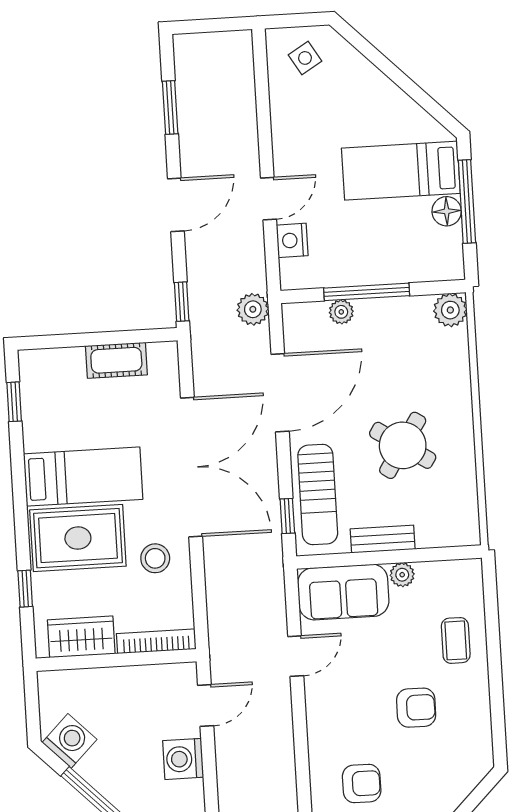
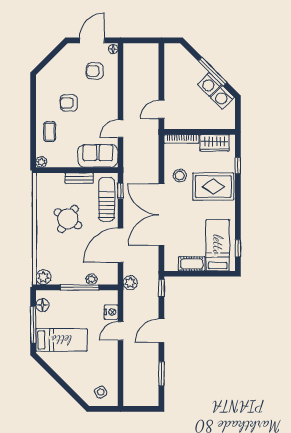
floor lamp: (447, 211) -> (42, 305), moved
bed: (83, 477) -> (218, 245), moved, turned 90
plant: (402, 575) -> (41, 162), moved
washing machine: (183, 759) -> (209, 84), moved, turned 135

